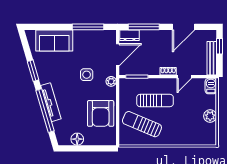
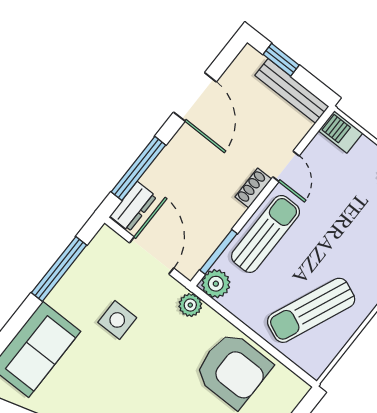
side table: (87, 75) -> (117, 320), moved
plant: (125, 84) -> (216, 284), added
sun lounger: (155, 101) -> (266, 234), moved

